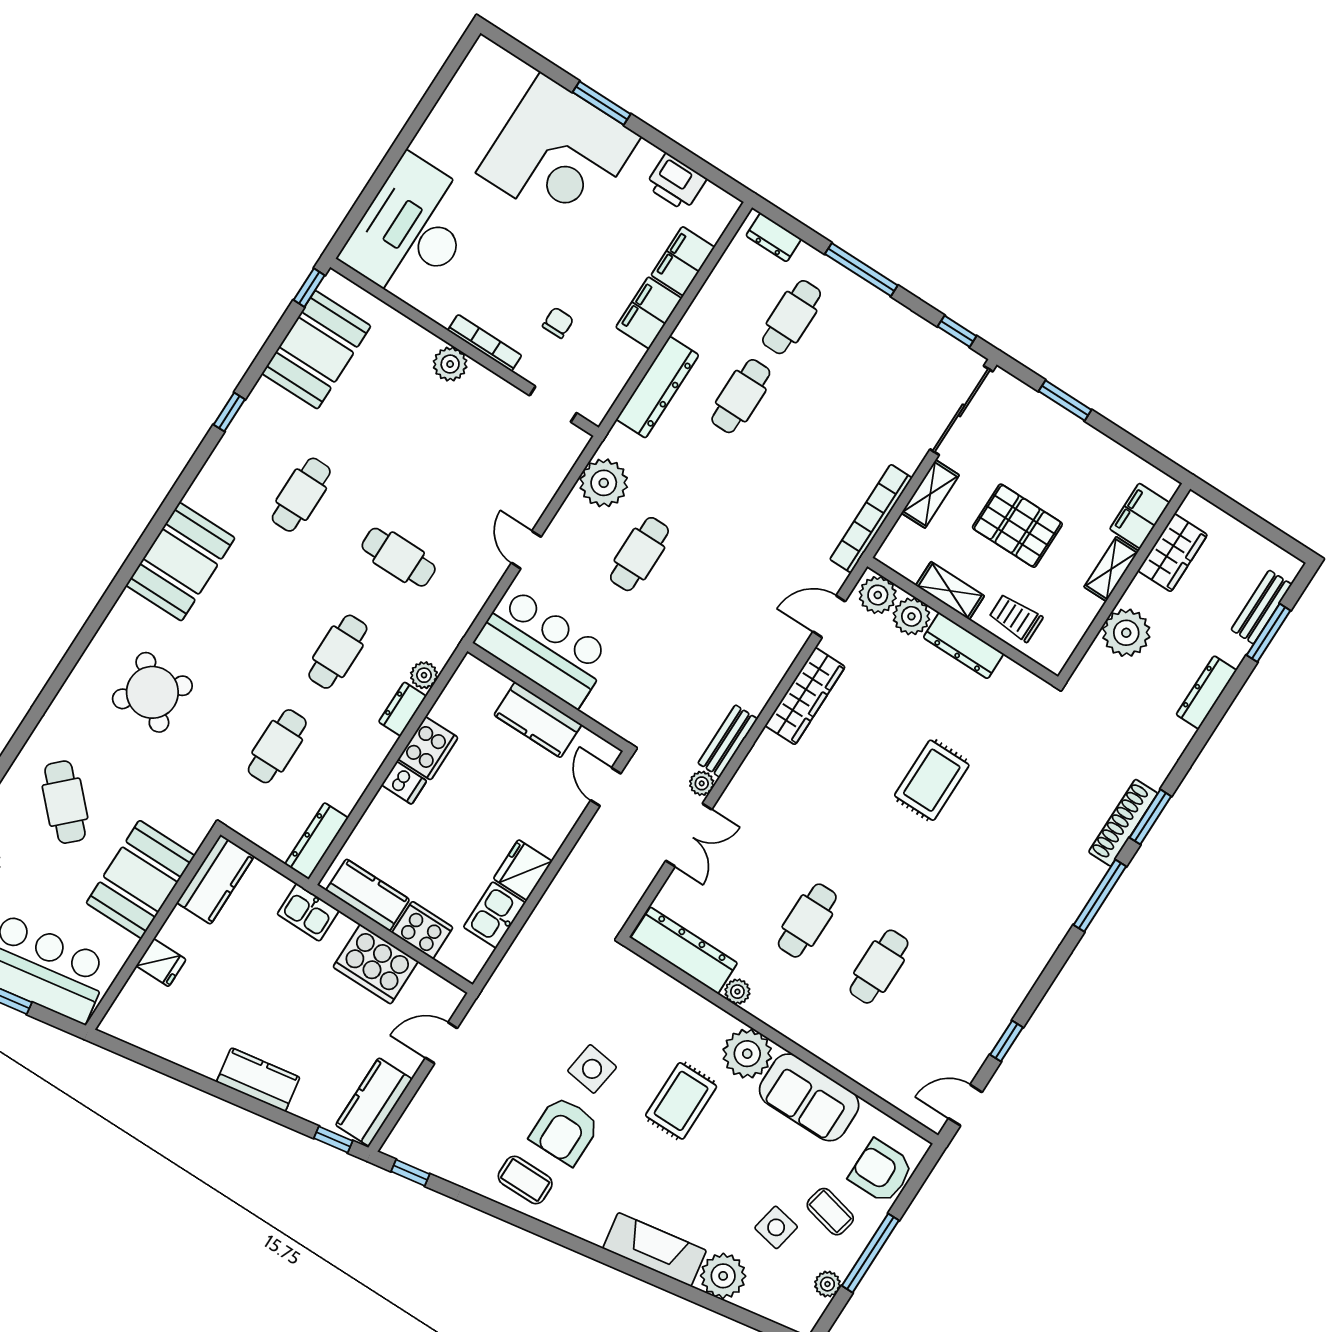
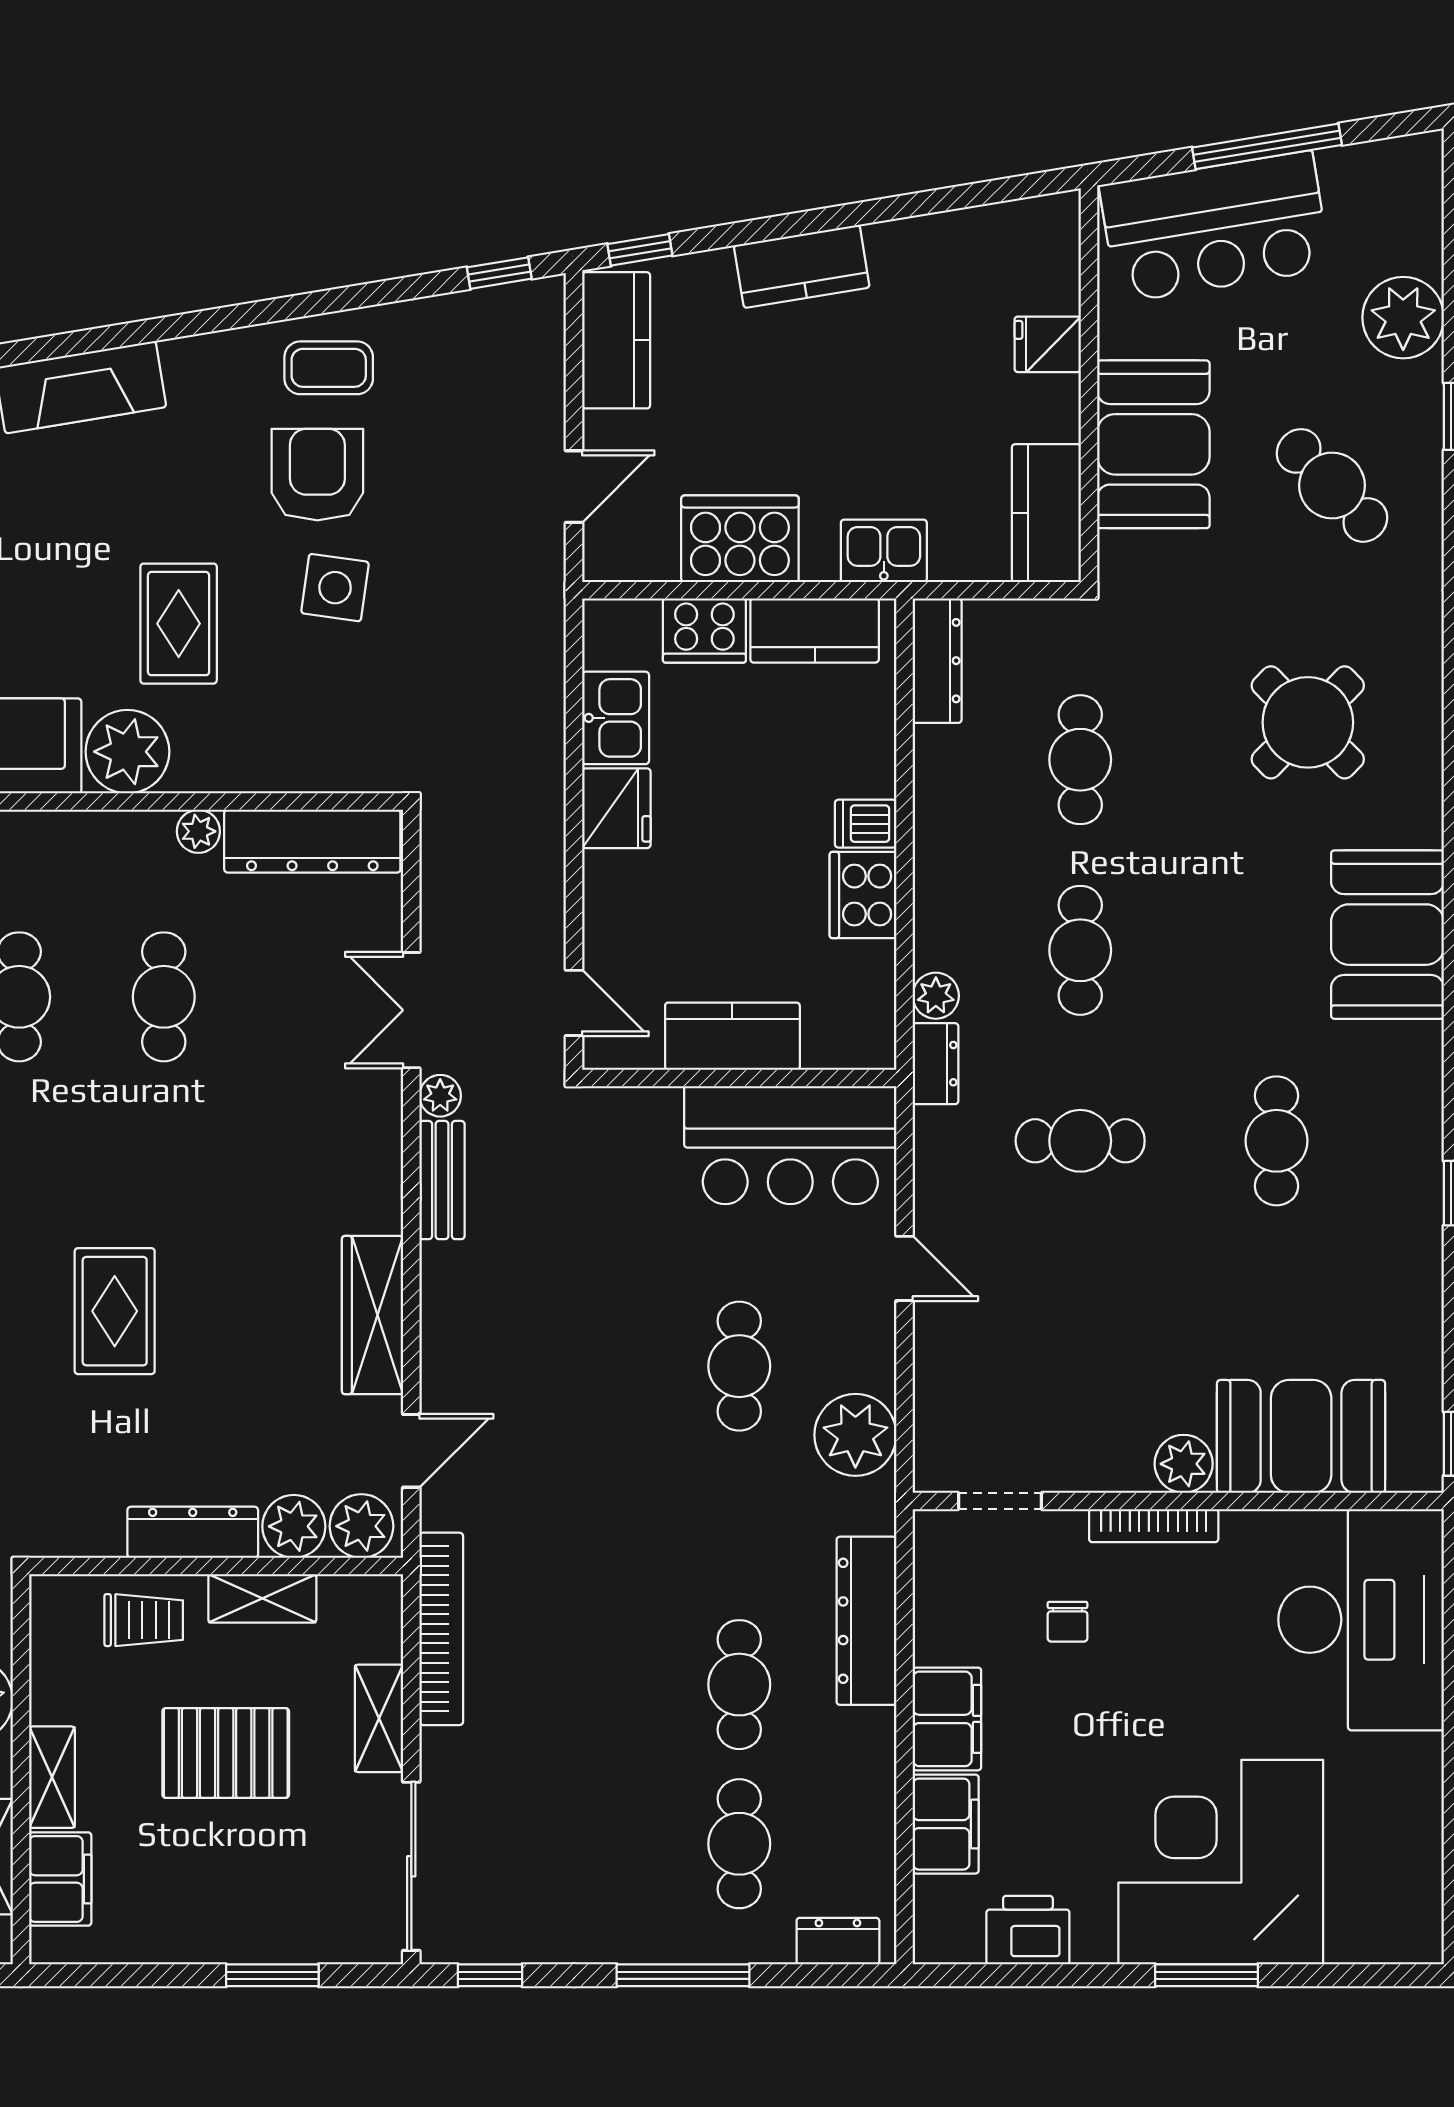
booth: (316, 350) -> (1301, 1436), moved, turned 90
dresser: (402, 709) -> (936, 1064), moved

